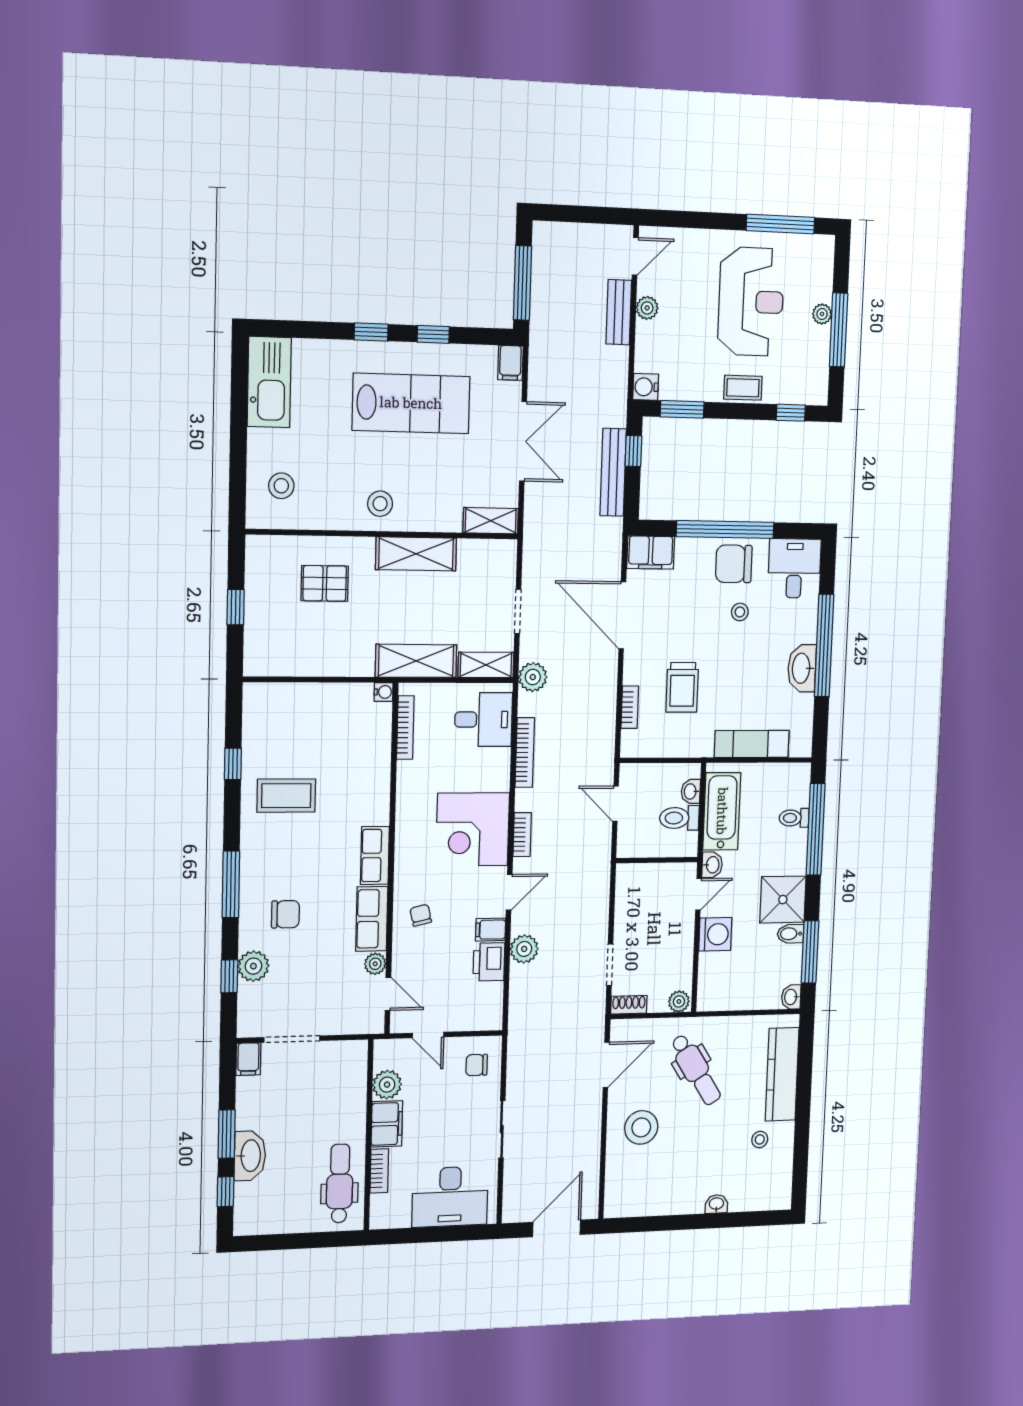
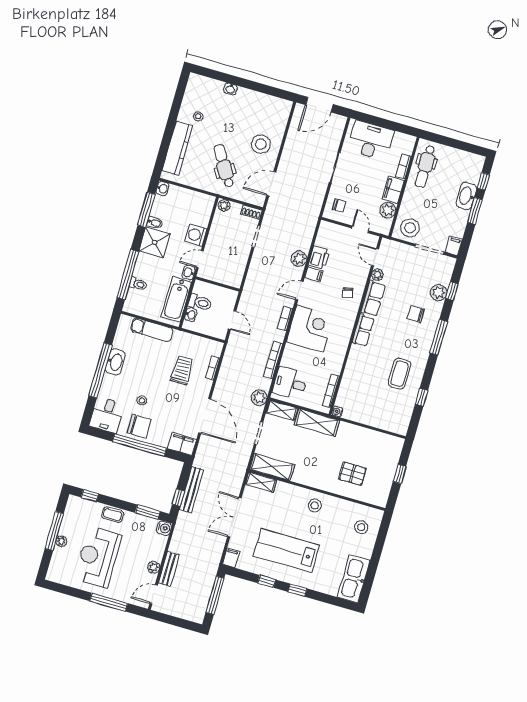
window: (780, 224) -> (109, 602), moved
shelving: (416, 554) -> (272, 467), moved
coffee table: (286, 796) -> (399, 374), turned 90
stool: (338, 1066) -> (410, 228), added

